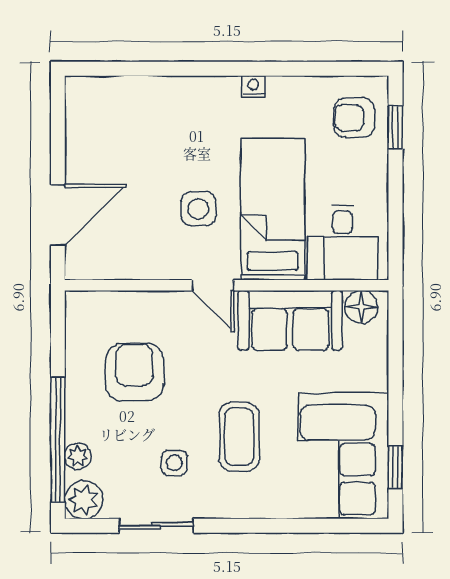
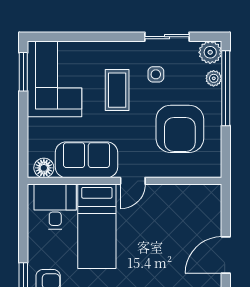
side table: (198, 209) -> (142, 227), removed
door: (58, 215) -> (226, 255), moved
door: (213, 285) -> (133, 181), swing flipped
armchair: (134, 372) -> (180, 129), width x1.36, depth x1.36
window: (396, 467) -> (23, 72), width x1.50

